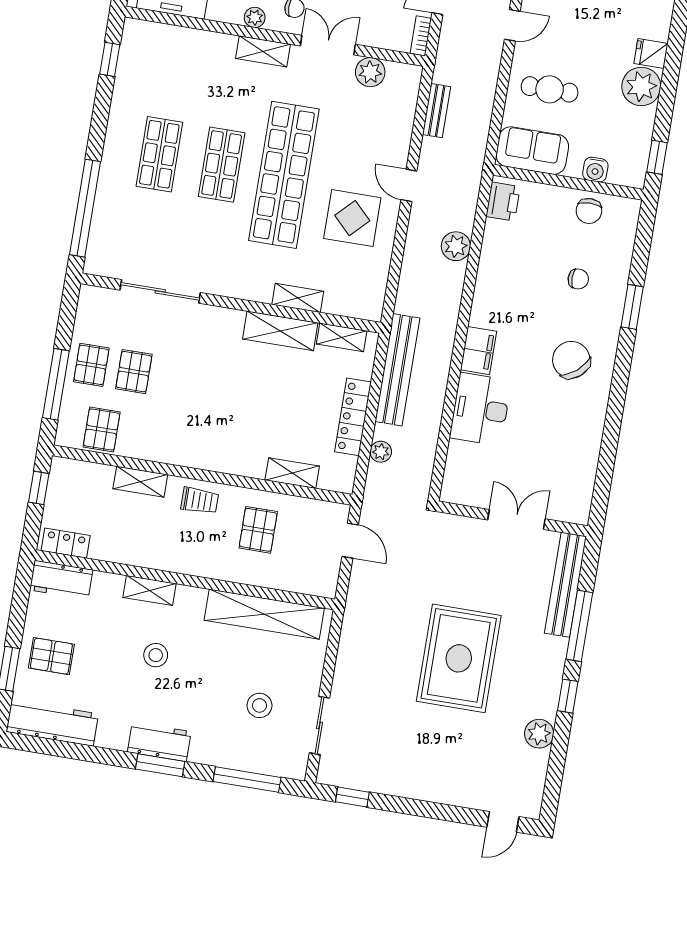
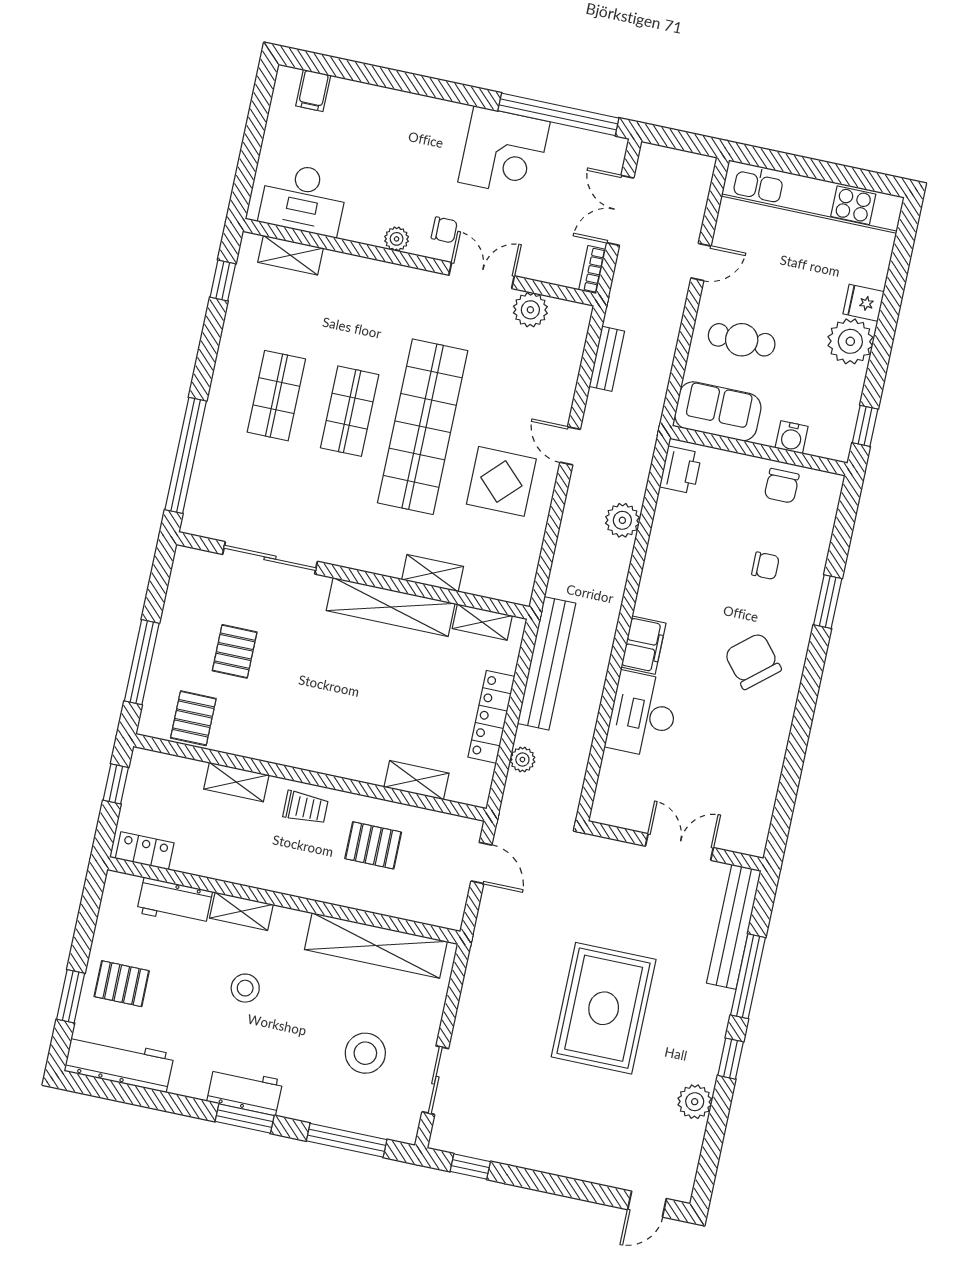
shelving: (263, 51) -> (291, 255), moved
shelving: (280, 331) -> (391, 607), width x1.47
pallet: (91, 365) -> (185, 641), removed
pallet: (258, 530) -> (373, 845), turned 90
workbench: (61, 580) -> (175, 902), moved
stool: (259, 705) -> (365, 1053), width x1.38, depth x1.38

